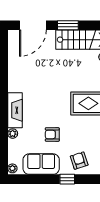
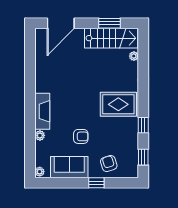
window: (68, 25) -> (109, 23), moved
armchair: (52, 134) -> (81, 136), turned 180

